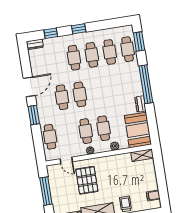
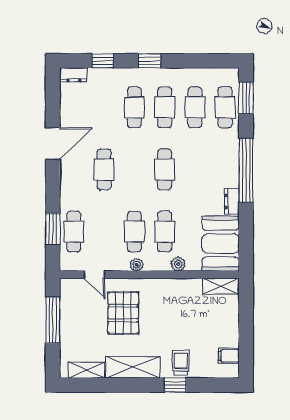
cafe table: (80, 94) -> (165, 169), moved
window: (34, 115) -> (53, 229), moved

